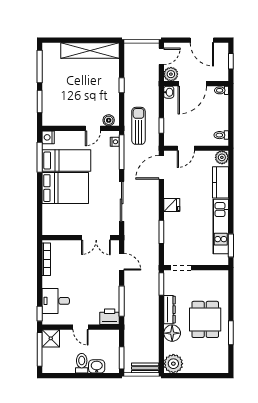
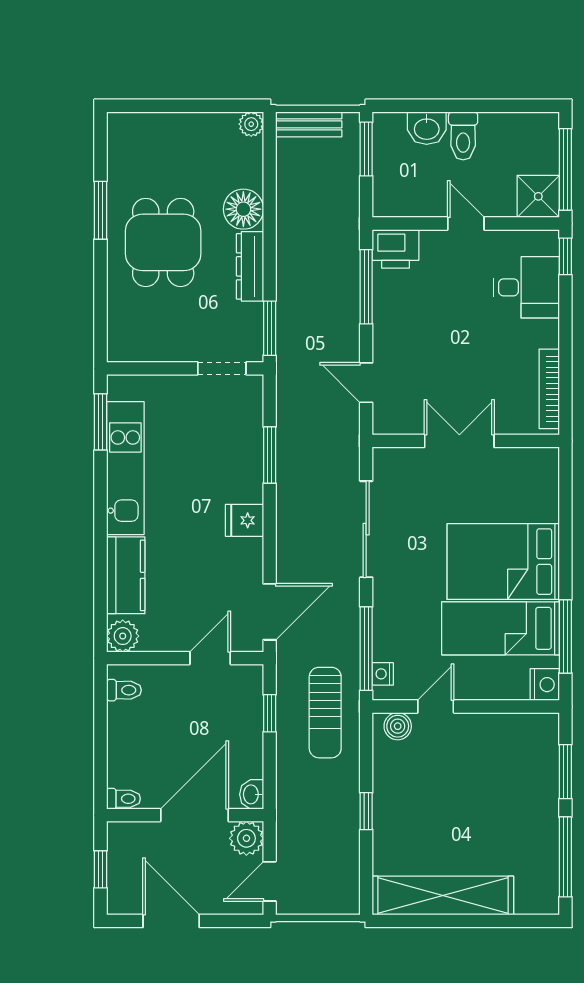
double door: (96, 238) -> (459, 441), moved
plant: (173, 364) -> (251, 124), width x0.53, depth x0.53

